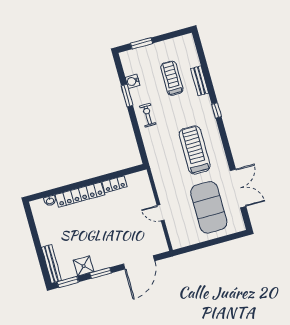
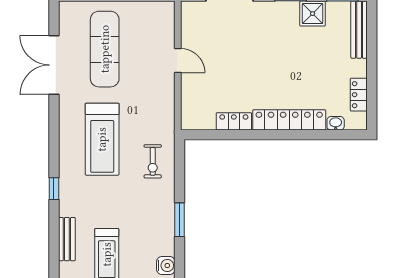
window: (127, 95) -> (180, 220), moved
exercise bike: (148, 115) -> (153, 161), moved
exercise mat: (209, 207) -> (105, 49), width x0.68
locker: (40, 223) -> (359, 95), added

